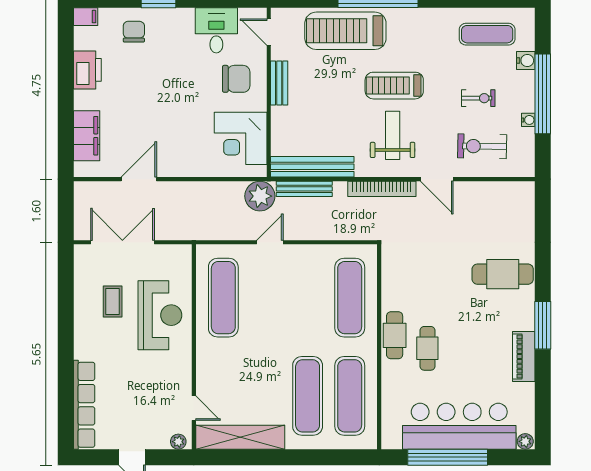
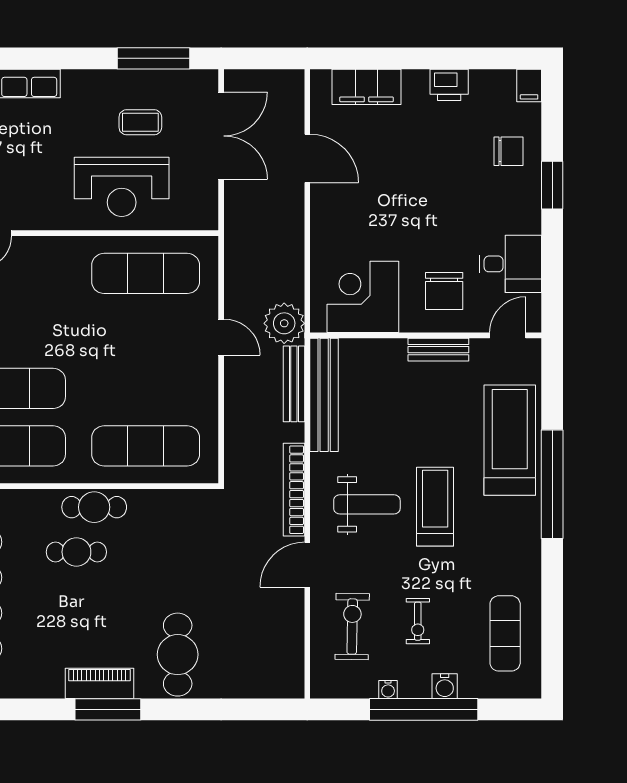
water cooler: (526, 60) -> (445, 686), moved
printer: (87, 70) -> (449, 85), width x0.73, depth x0.84
window: (66, 292) -> (154, 58), added
piano: (524, 356) -> (100, 683), moved

